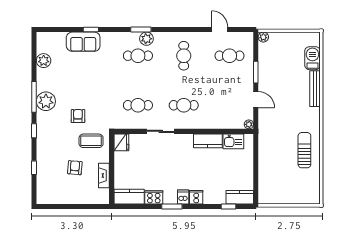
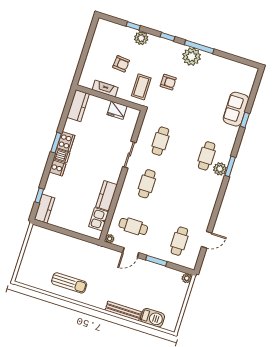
cafe table: (184, 56) -> (133, 226), moved
plant: (44, 61) -> (141, 38), moved
fridge: (121, 142) -> (117, 110), moved
cooker: (154, 197) -> (66, 142), moved

